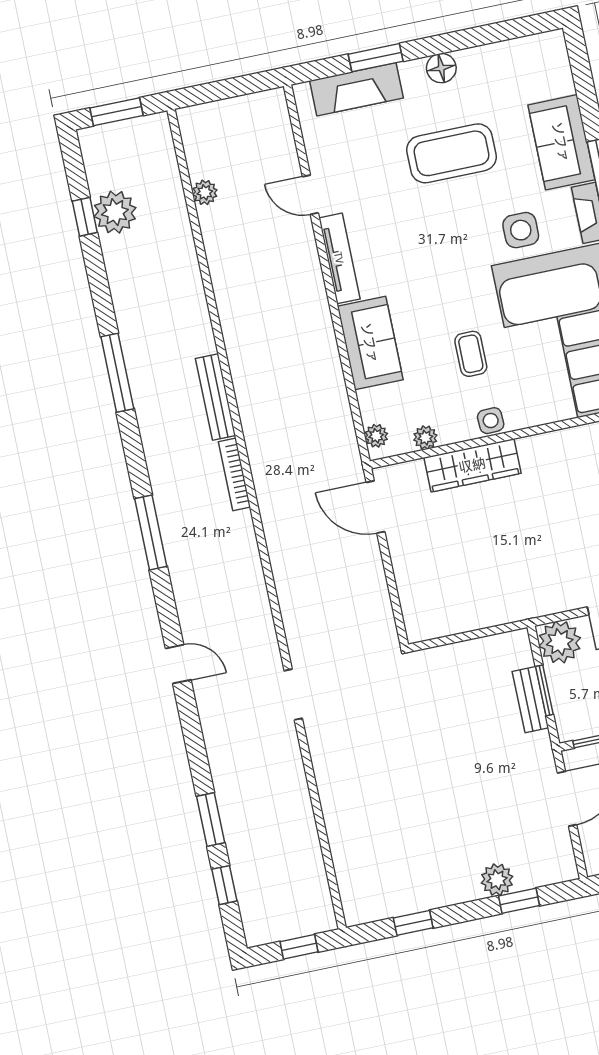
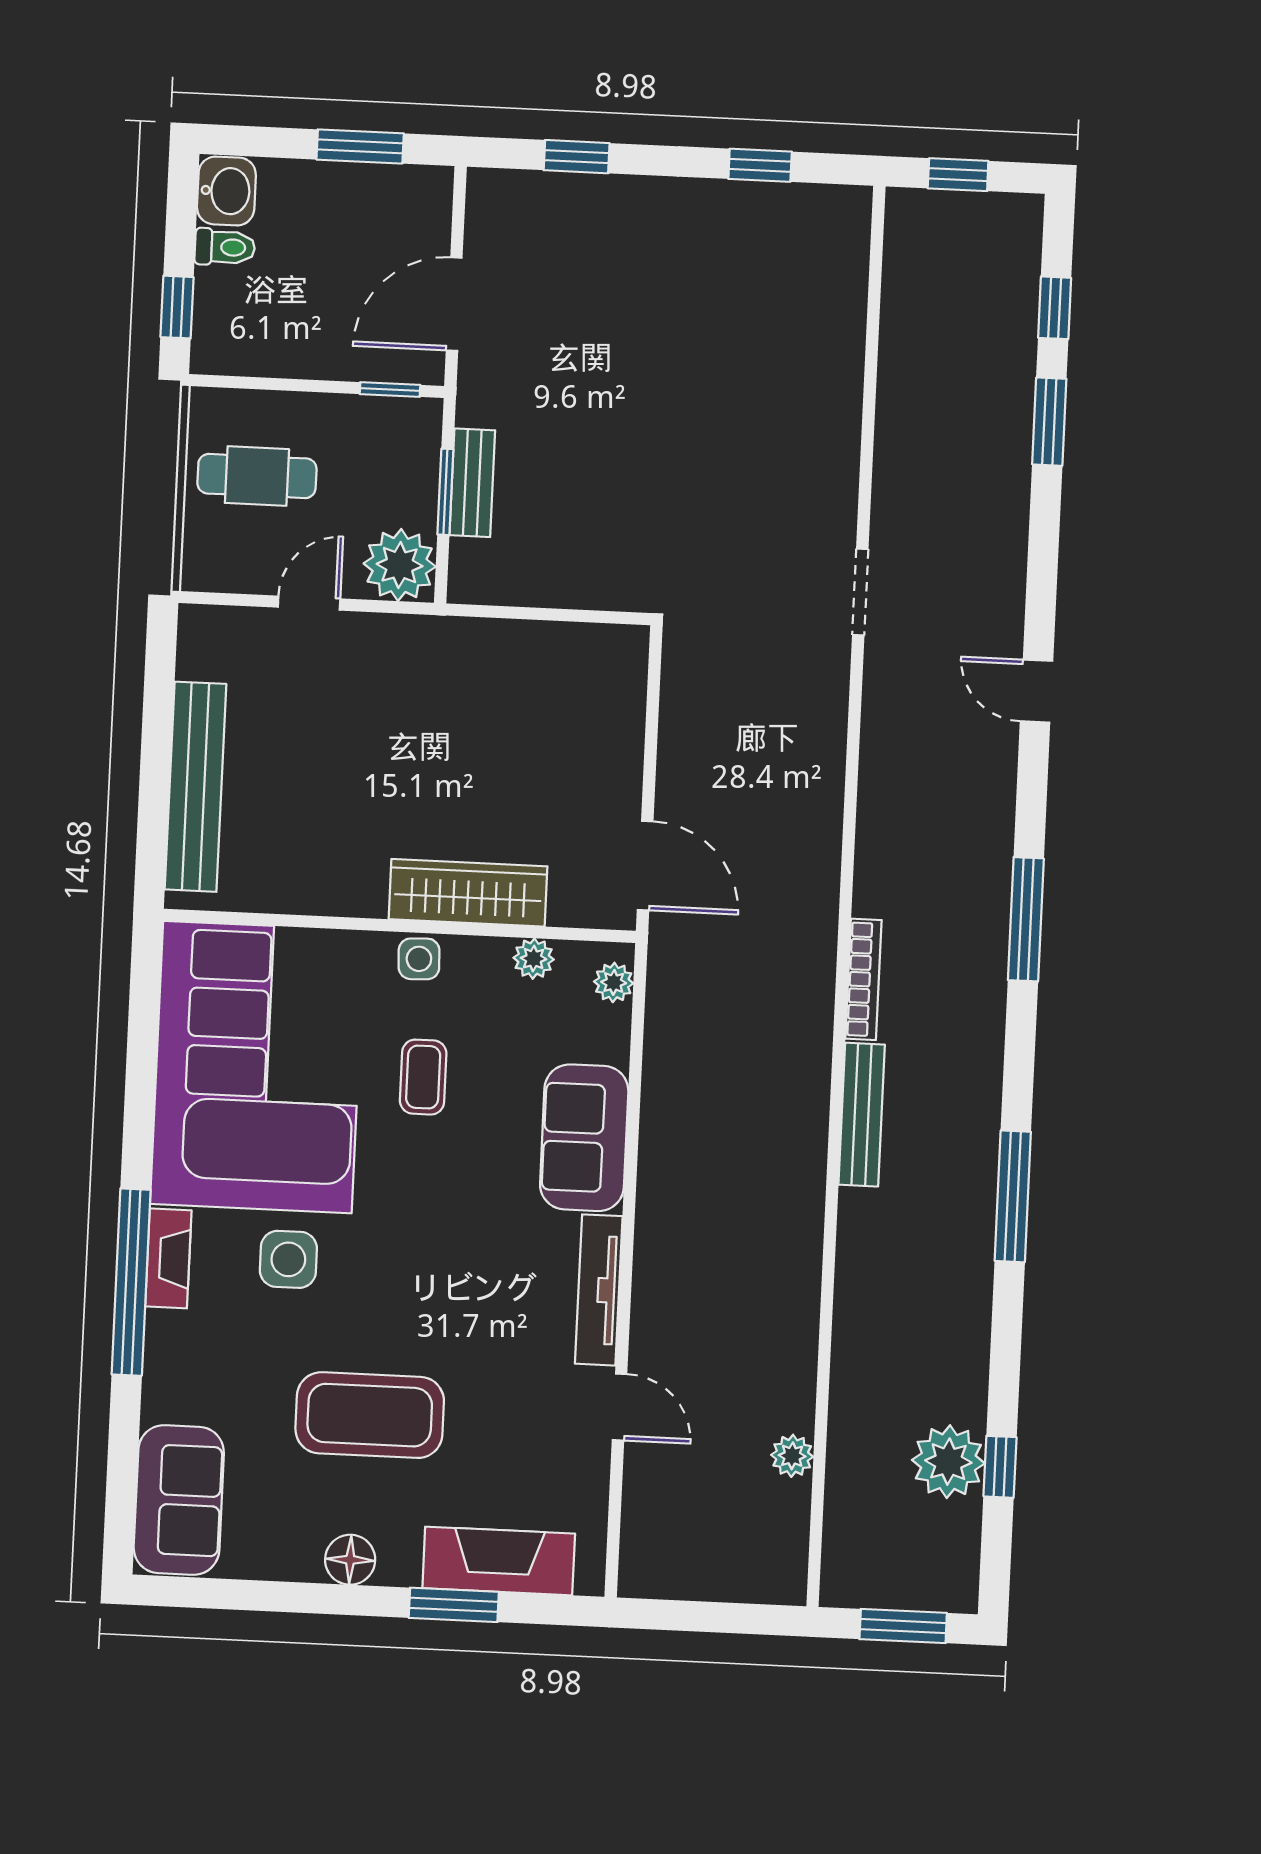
sofa: (561, 142) -> (179, 1500), moved
plant: (497, 880) -> (604, 201), removed

